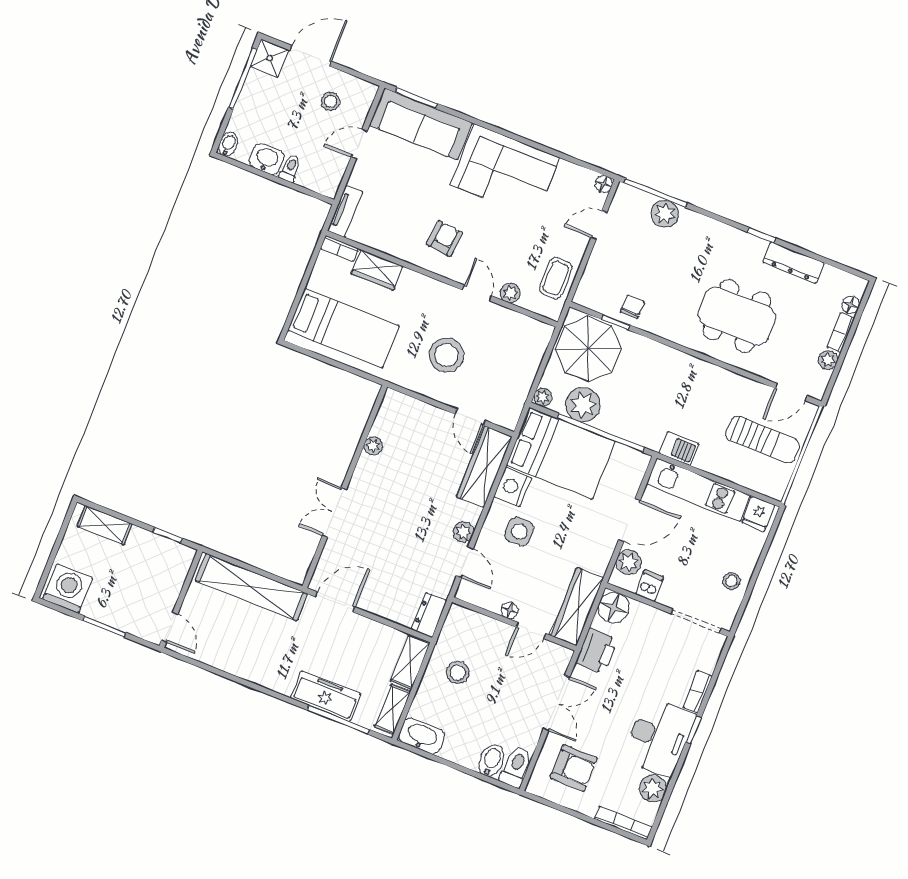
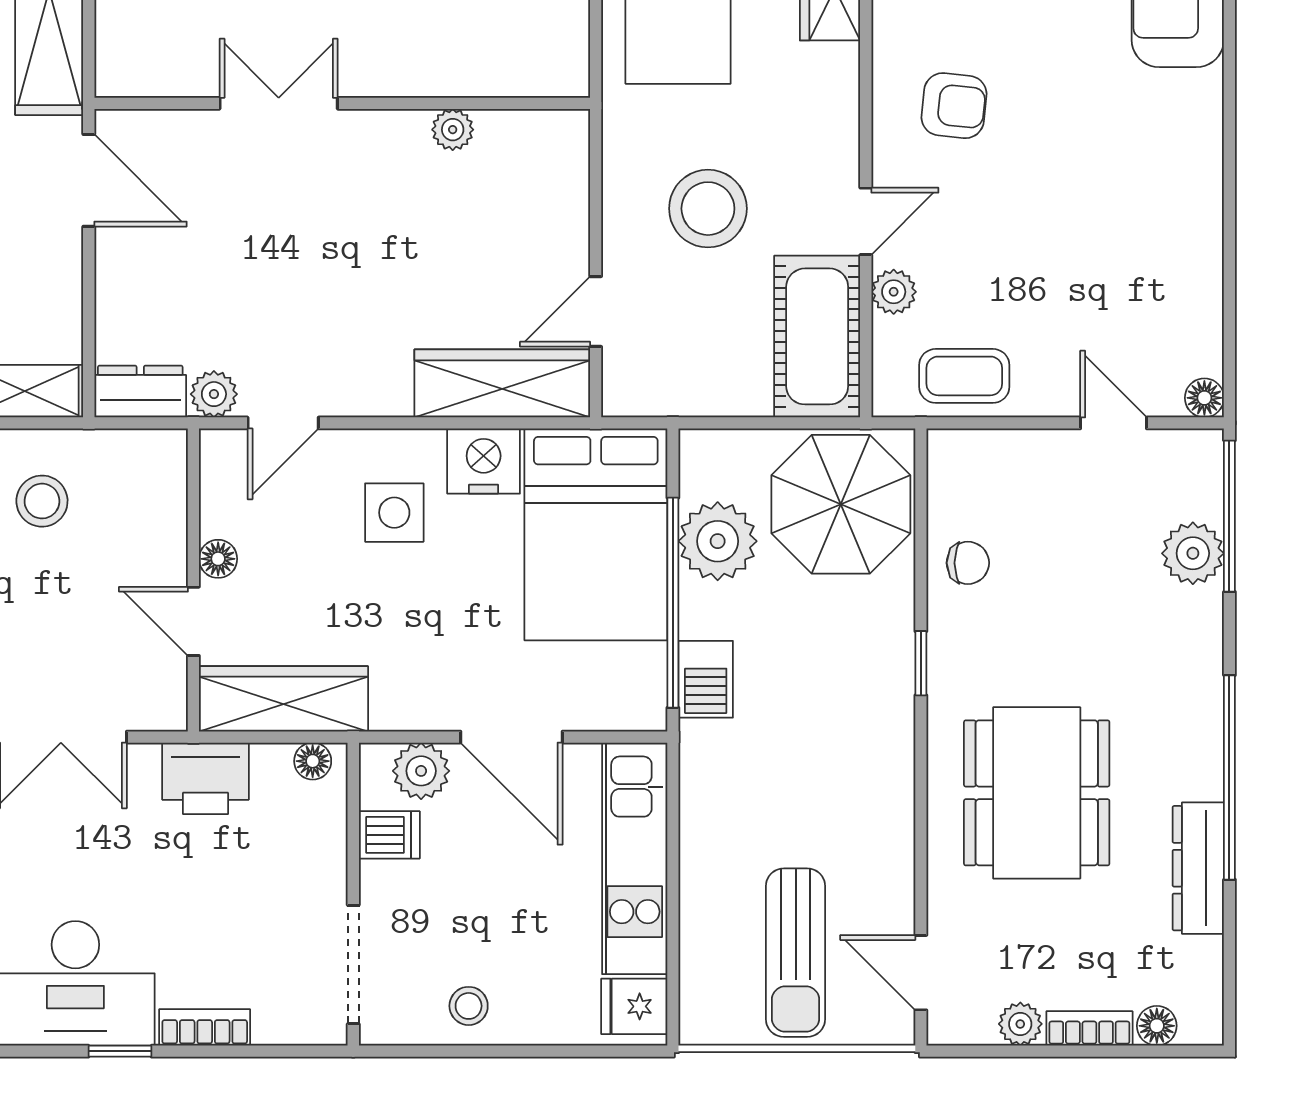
corner sofa: (505, 171) -> (1149, 177), removed
window: (762, 235) -> (1229, 777), width x3.17
window: (616, 322) -> (921, 663), moved
cot: (516, 331) -> (817, 336), added
plant: (543, 397) -> (700, 449), removed
barbecue: (679, 449) -> (706, 679), moved
plant: (463, 532) -> (214, 394), moved
floor lamp: (614, 607) -> (313, 761), width x0.53, depth x0.53

